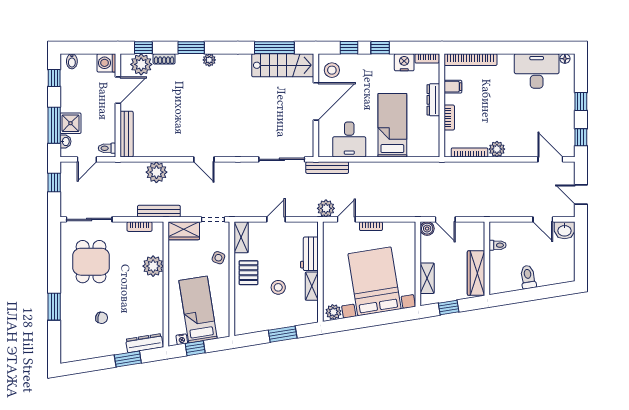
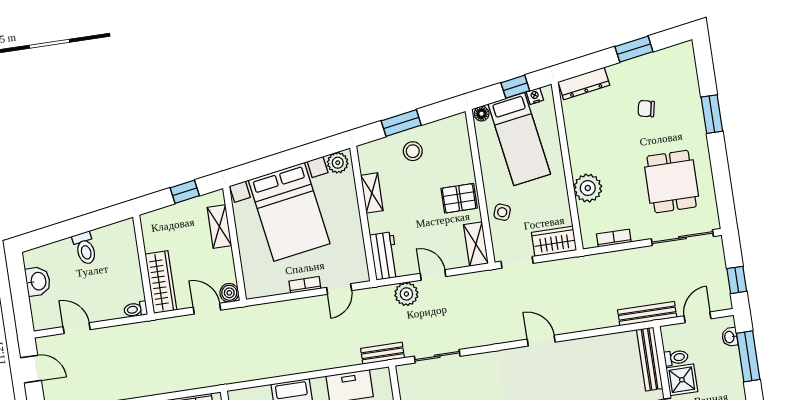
shower: (70, 123) -> (682, 380), moved
toilet: (107, 148) -> (676, 358), moved
sliding door: (282, 159) -> (437, 356), width x0.73
bench: (327, 168) -> (383, 353), width x0.73
plant: (156, 172) -> (602, 314), removed
plant: (326, 208) -> (406, 294), moved
bench: (159, 211) -> (647, 314), moved
door: (276, 219) -> (433, 275), swing flipped
washbasin: (565, 230) -> (38, 281), moved, turned 90
toilet: (498, 245) -> (136, 309), moved
workbench: (309, 254) -> (385, 256), moved
pallet: (248, 273) -> (459, 198), turned 90
wardrobe: (476, 273) -> (161, 282), moved
stool: (278, 287) -> (413, 151), moved
floor lamp: (223, 332) -> (482, 114), added
window: (128, 359) -> (634, 49), moved

